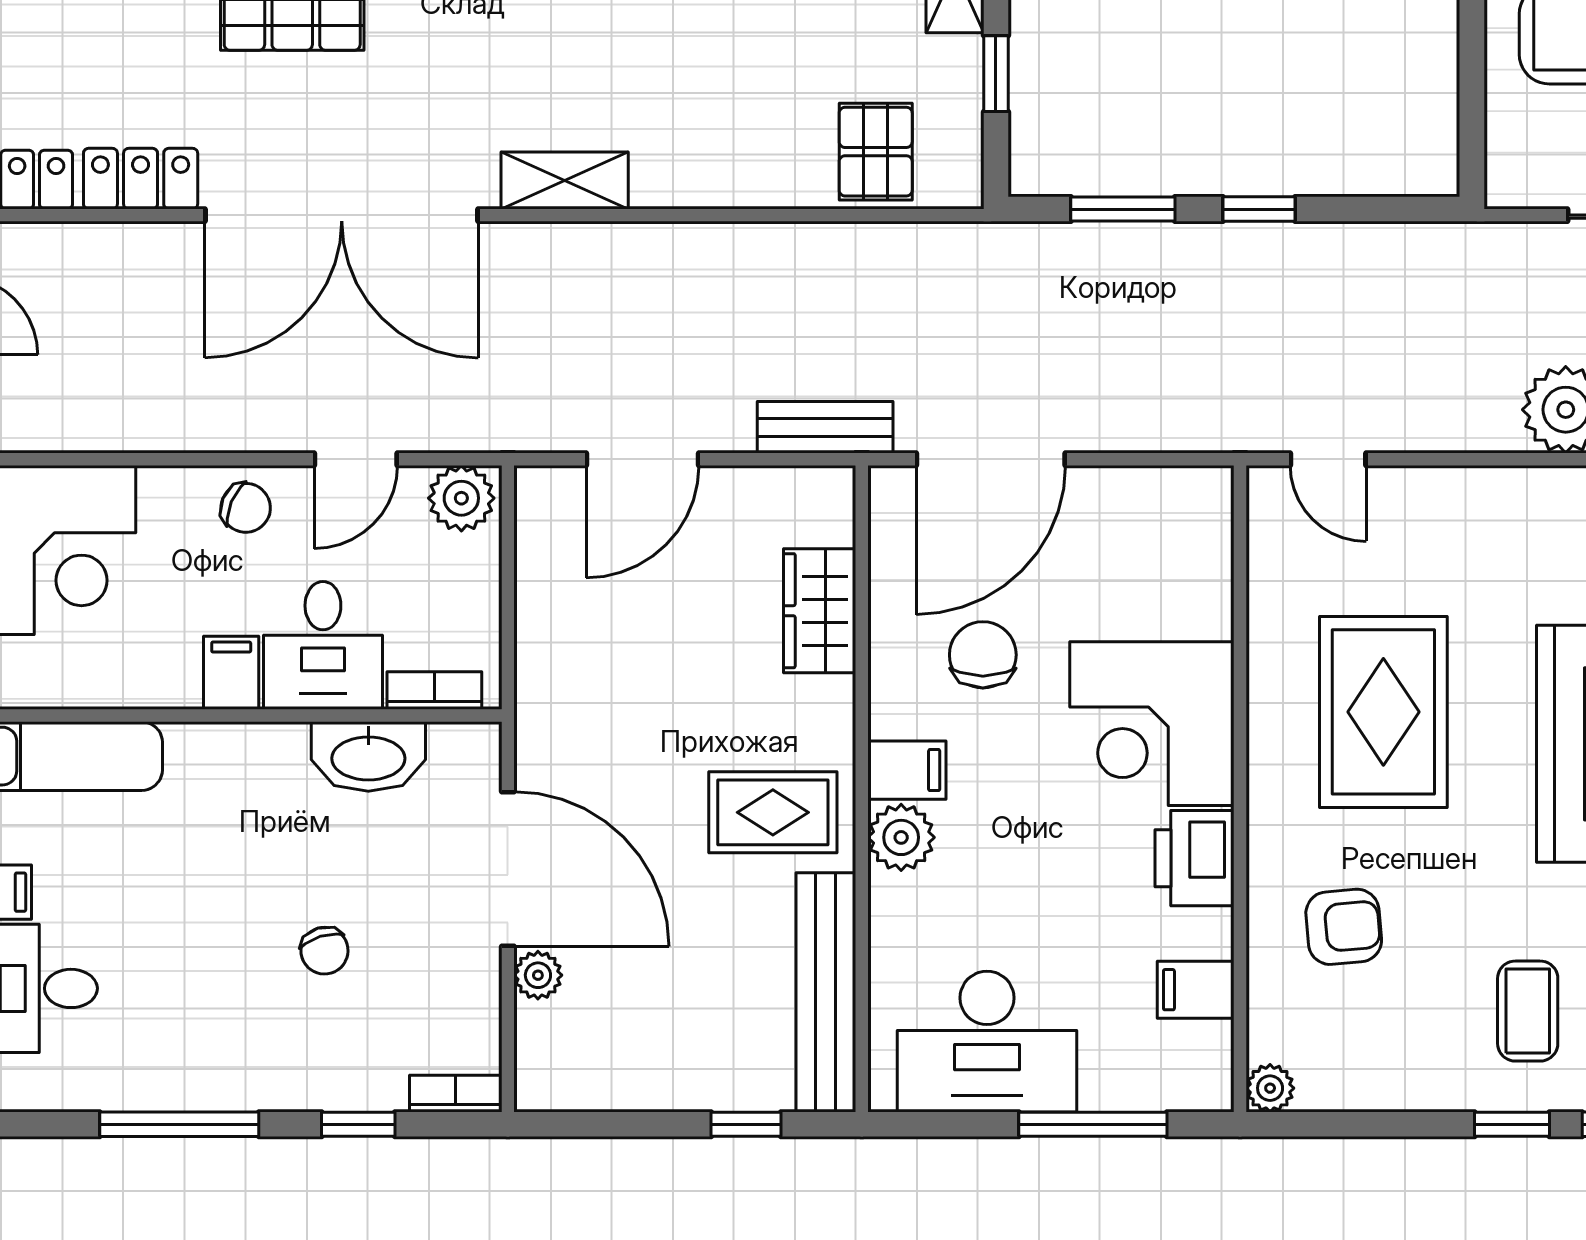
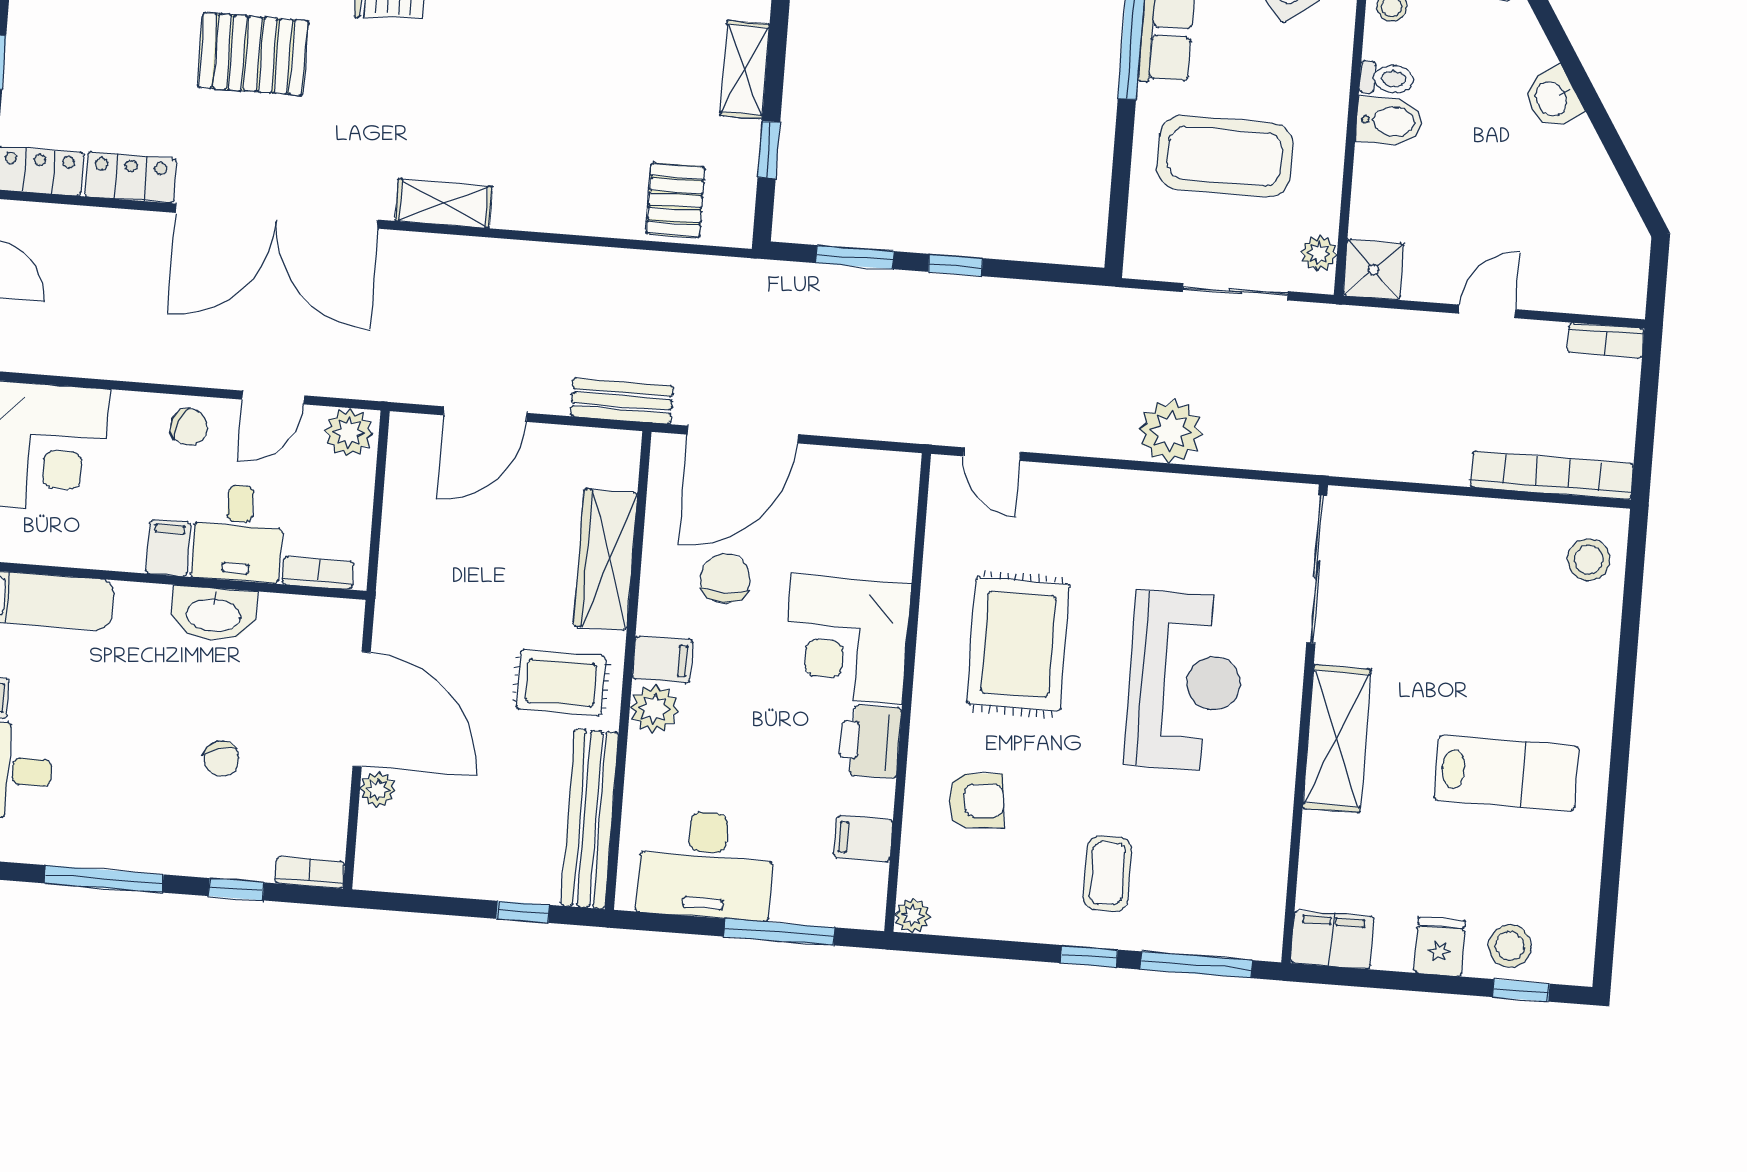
wardrobe: (820, 611) -> (605, 559), width x1.50
washbasin: (368, 756) -> (214, 614), moved

